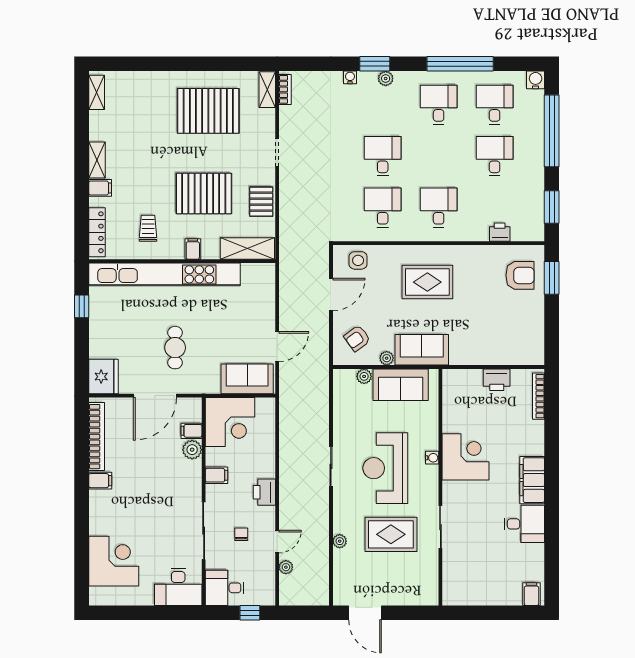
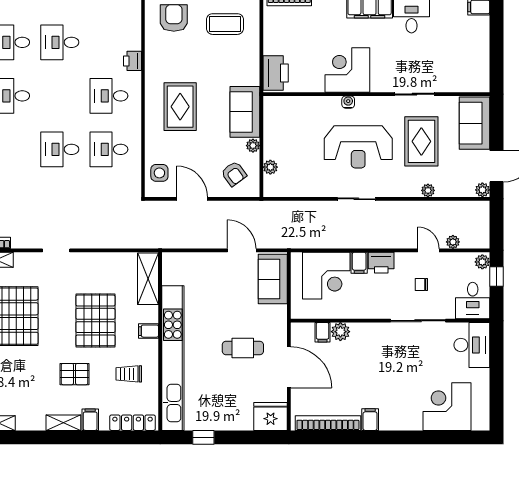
pallet: (261, 202) -> (75, 374), moved
printer: (500, 232) -> (132, 61), moved
coffee table: (514, 329) -> (225, 24), added
printer: (497, 380) -> (276, 73), moved, width x1.37, depth x1.19
sofa: (401, 385) -> (474, 123), moved, turned 180
corner desk: (230, 422) -> (326, 276), moved, turned 90
filing cabinet: (217, 475) -> (359, 263), moved, turned 180
plant: (265, 598) -> (482, 262), added
plant: (340, 598) -> (482, 190), added

